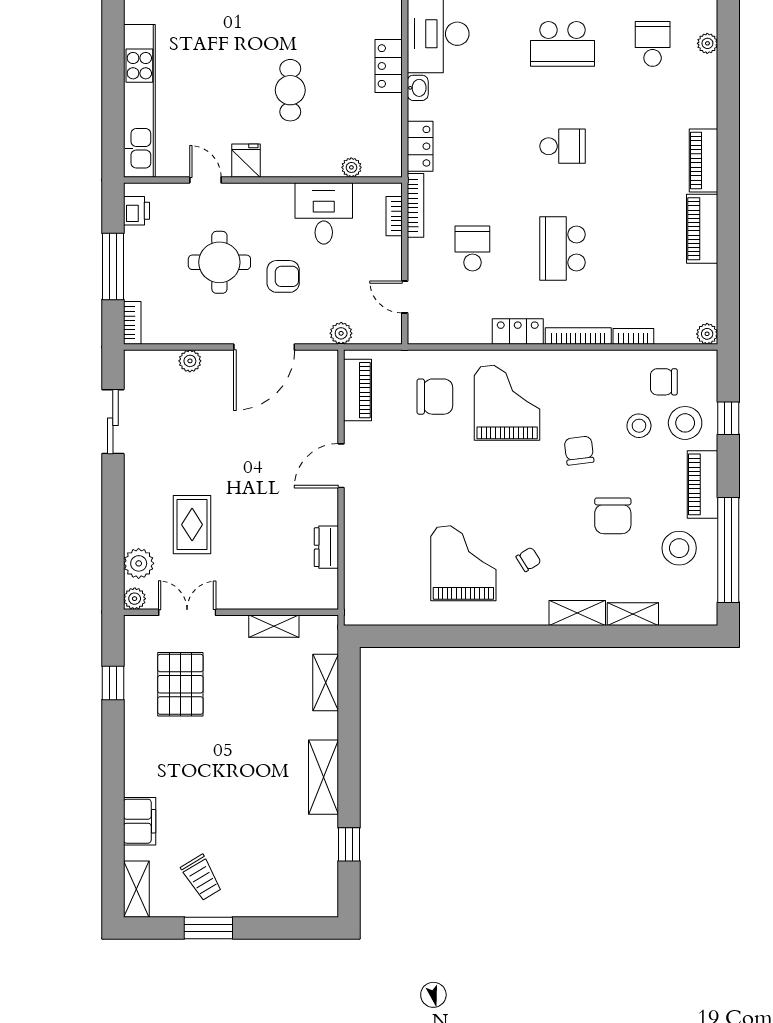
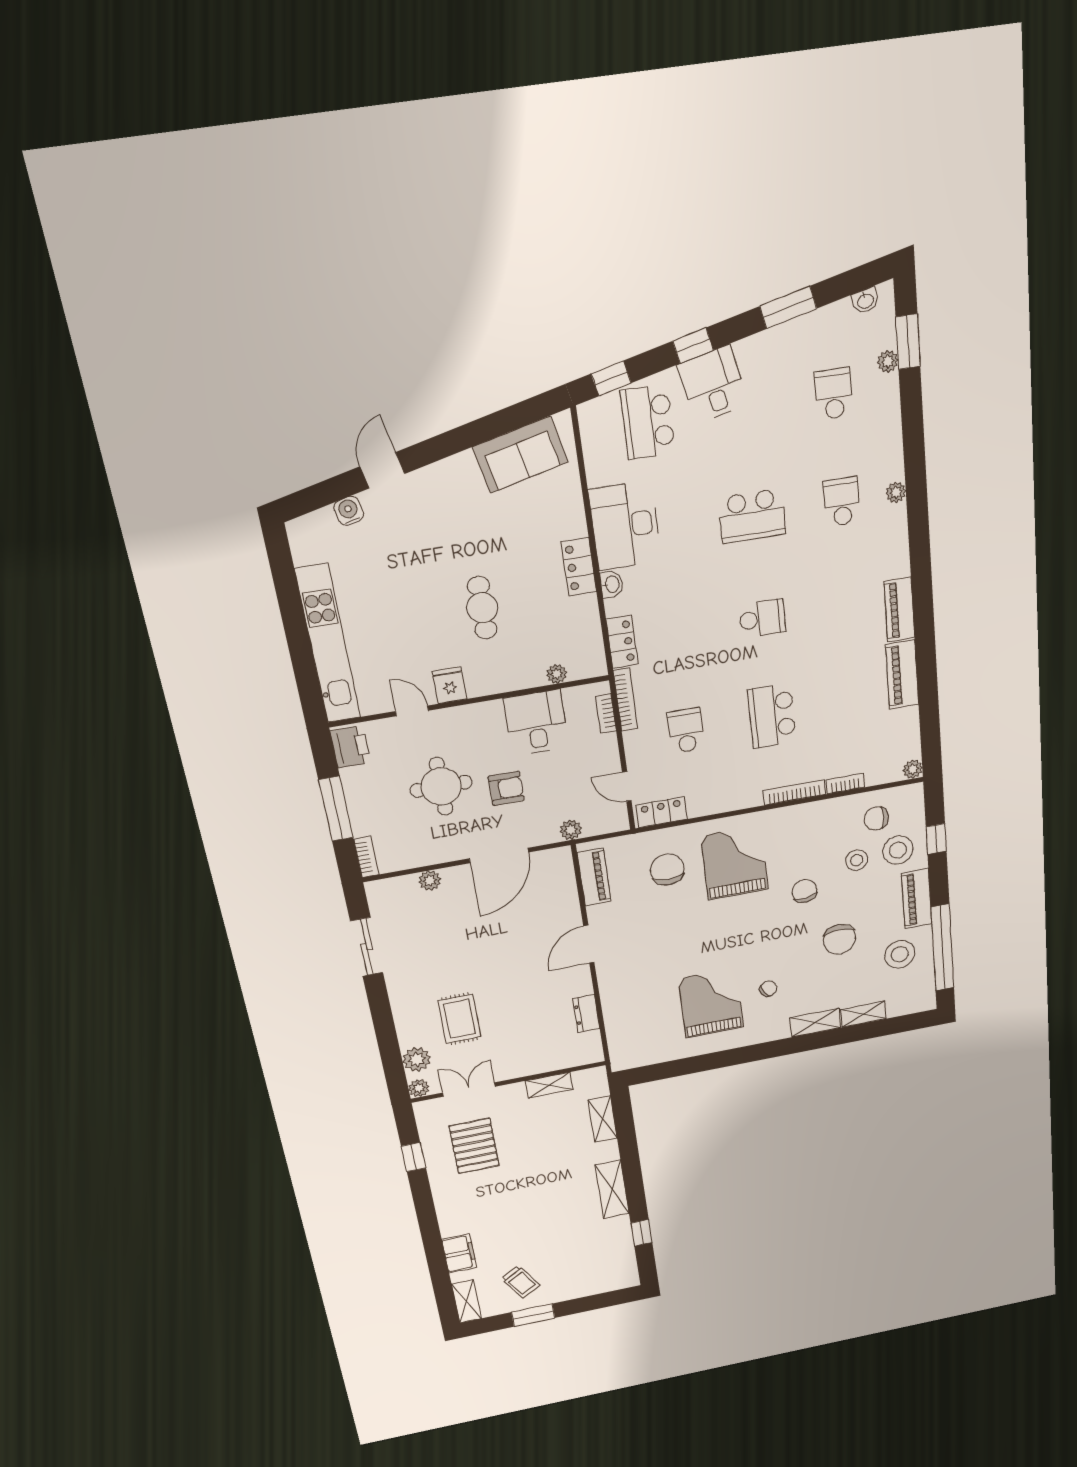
printer: (137, 211) -> (350, 747), width x1.36, depth x1.24
locker: (518, 332) -> (661, 812), moved
chair: (435, 397) -> (667, 869), turned -90

